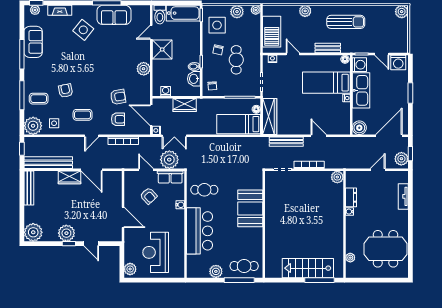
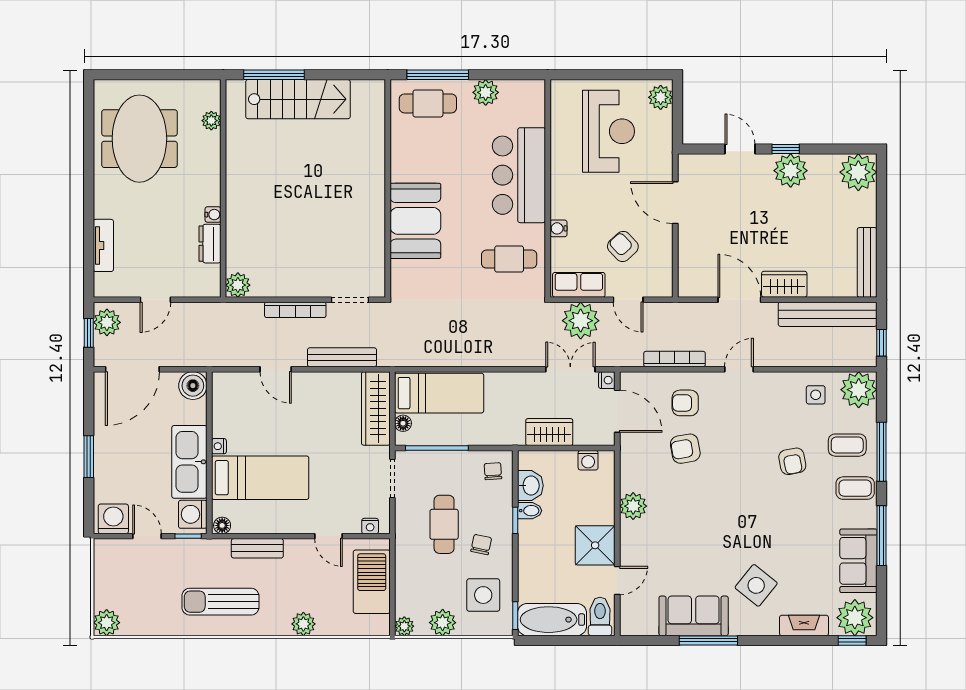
plant: (35, 10) -> (855, 618), width x1.88, depth x1.88
coffee table: (83, 115) -> (855, 488), moved
meeting table: (385, 249) -> (139, 139), turned 90

